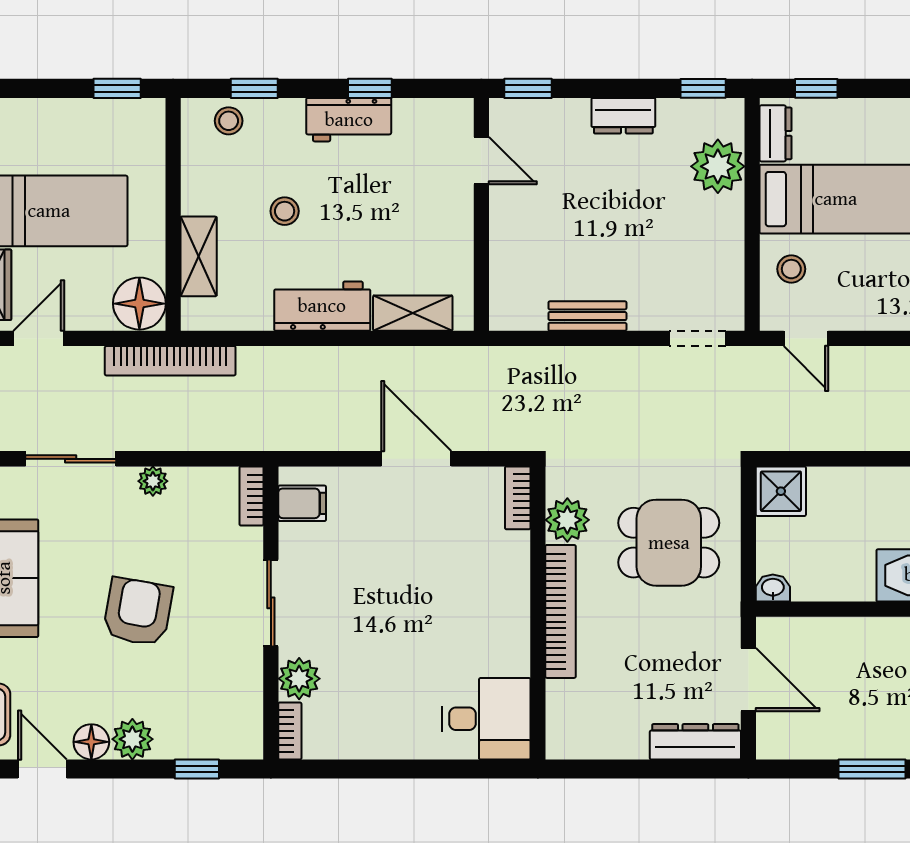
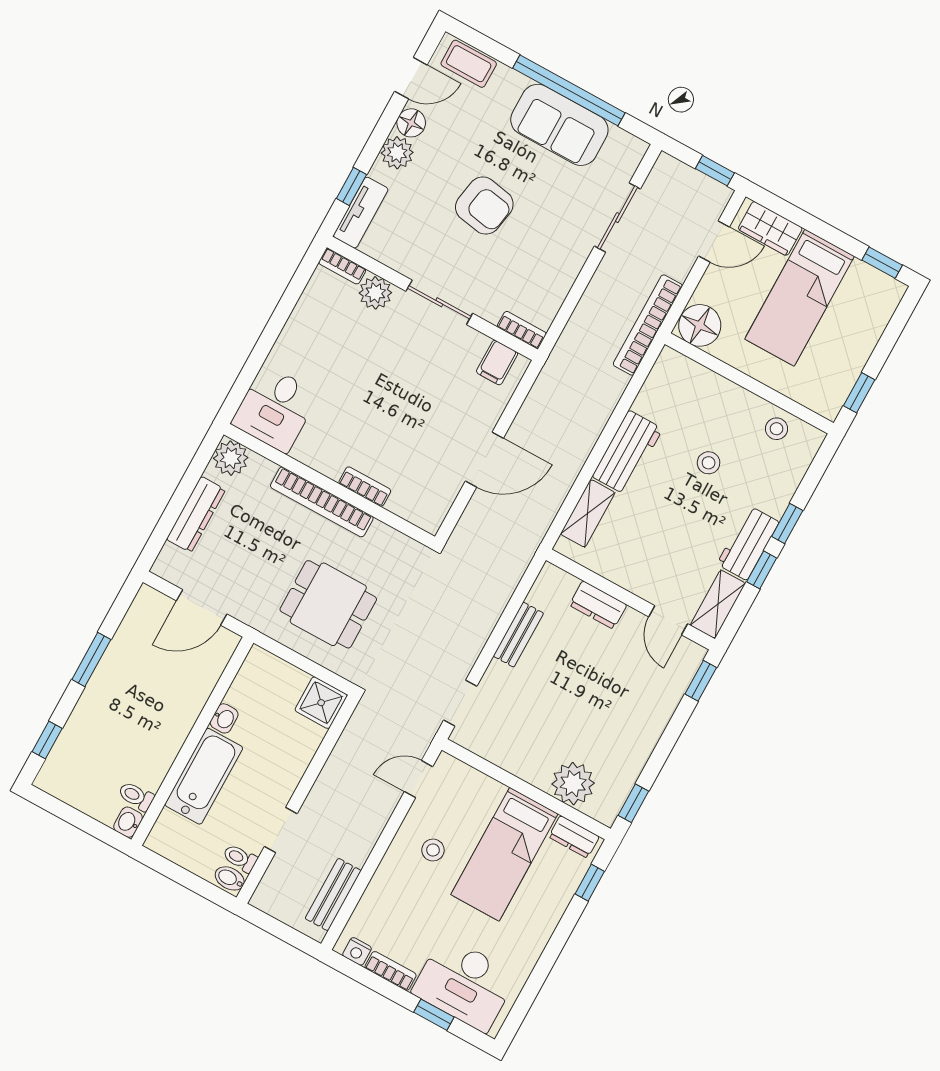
window: (254, 88) -> (787, 524), moved
dresser: (623, 116) -> (598, 605), moved, turned -90
stool: (229, 121) -> (777, 429), moved
door: (481, 161) -> (668, 620), hinge flipped
shelving: (199, 256) -> (718, 604), moved, turned 90
stool: (791, 269) -> (433, 850), moved
door: (39, 338) -> (714, 242), hinge flipped
plant: (153, 481) -> (570, 267), removed
bookcase: (518, 498) -> (365, 487), moved
plant: (567, 520) -> (231, 458), moved
dining table: (669, 543) -> (328, 604), turned 90
washbasin: (773, 588) -> (224, 718), moved
dresser: (695, 742) -> (196, 514), moved
tv unit: (220, 743) -> (361, 213), added

